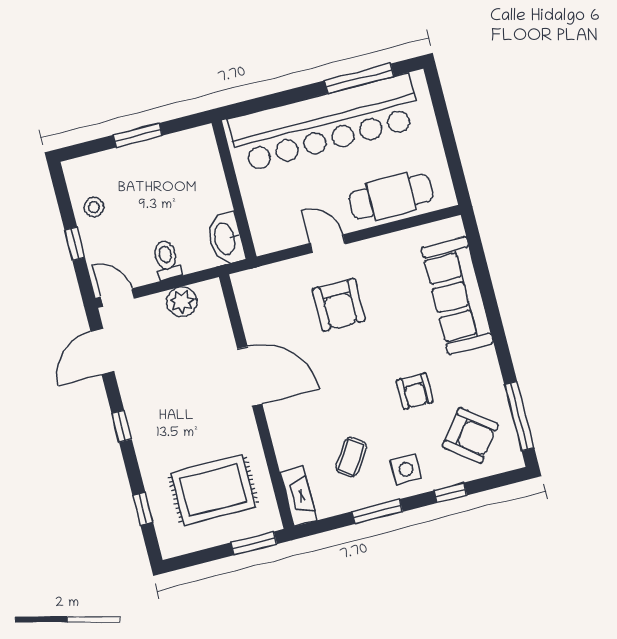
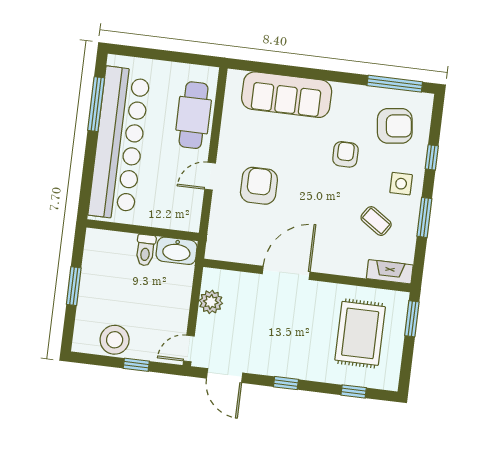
stool: (94, 207) -> (115, 340), width x1.89, depth x1.89
toilet: (167, 260) -> (145, 250), moved, turned -90
armchair: (339, 305) -> (259, 186), turned -90
armchair: (415, 391) -> (345, 154), turned -90
armchair: (470, 435) -> (395, 126), turned 45

